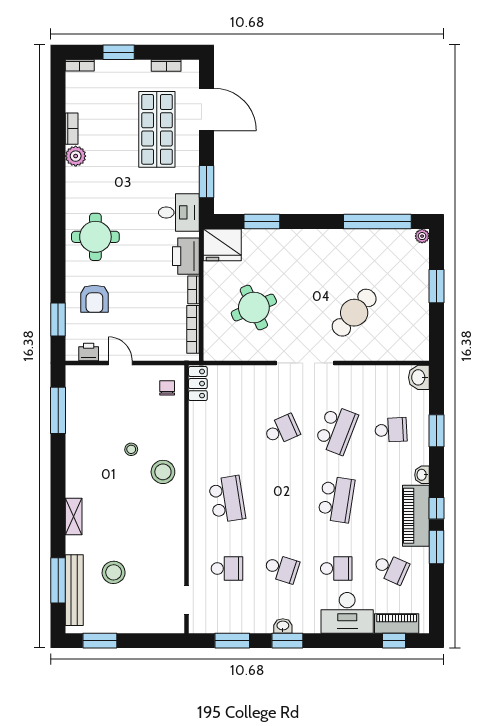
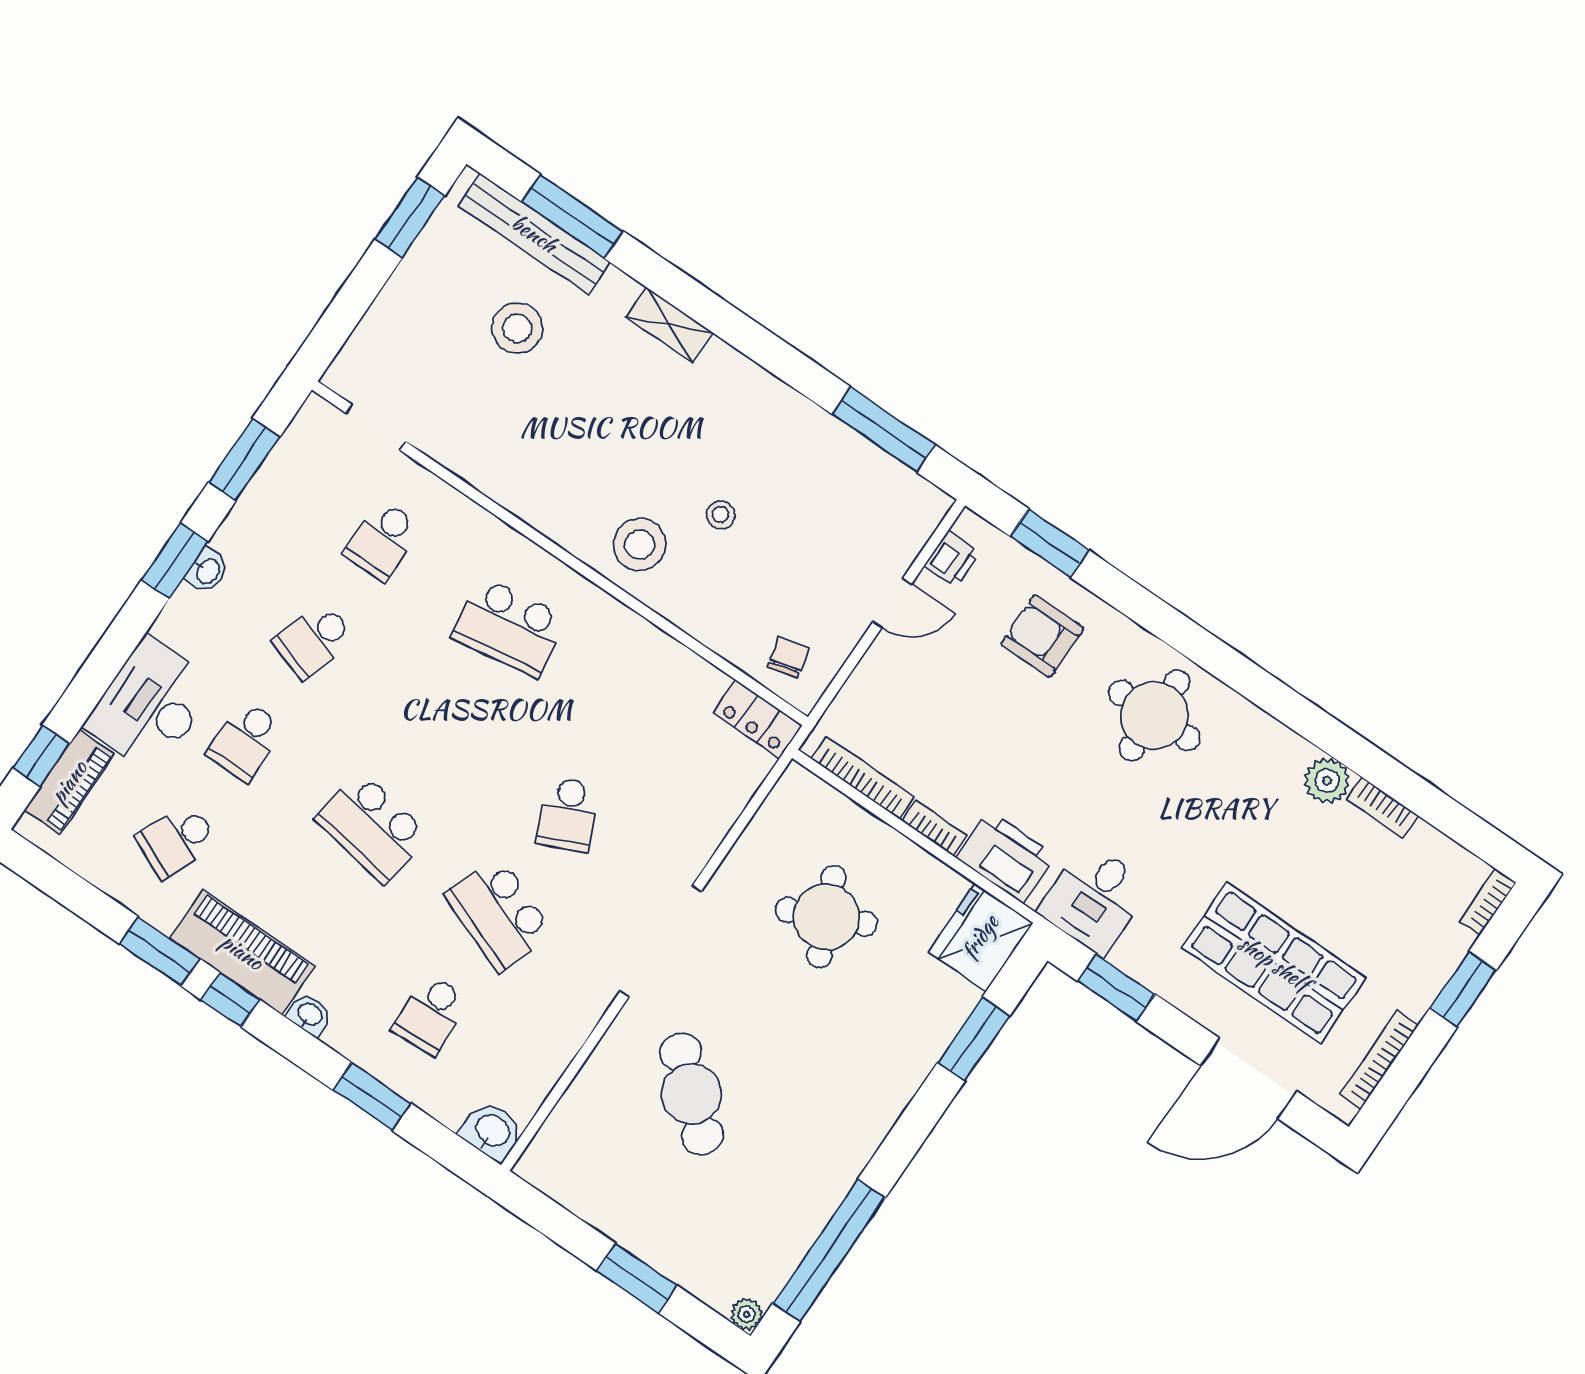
bookcase: (166, 65) -> (1379, 1060), width x1.56
chair: (167, 388) -> (788, 657), turned -104

